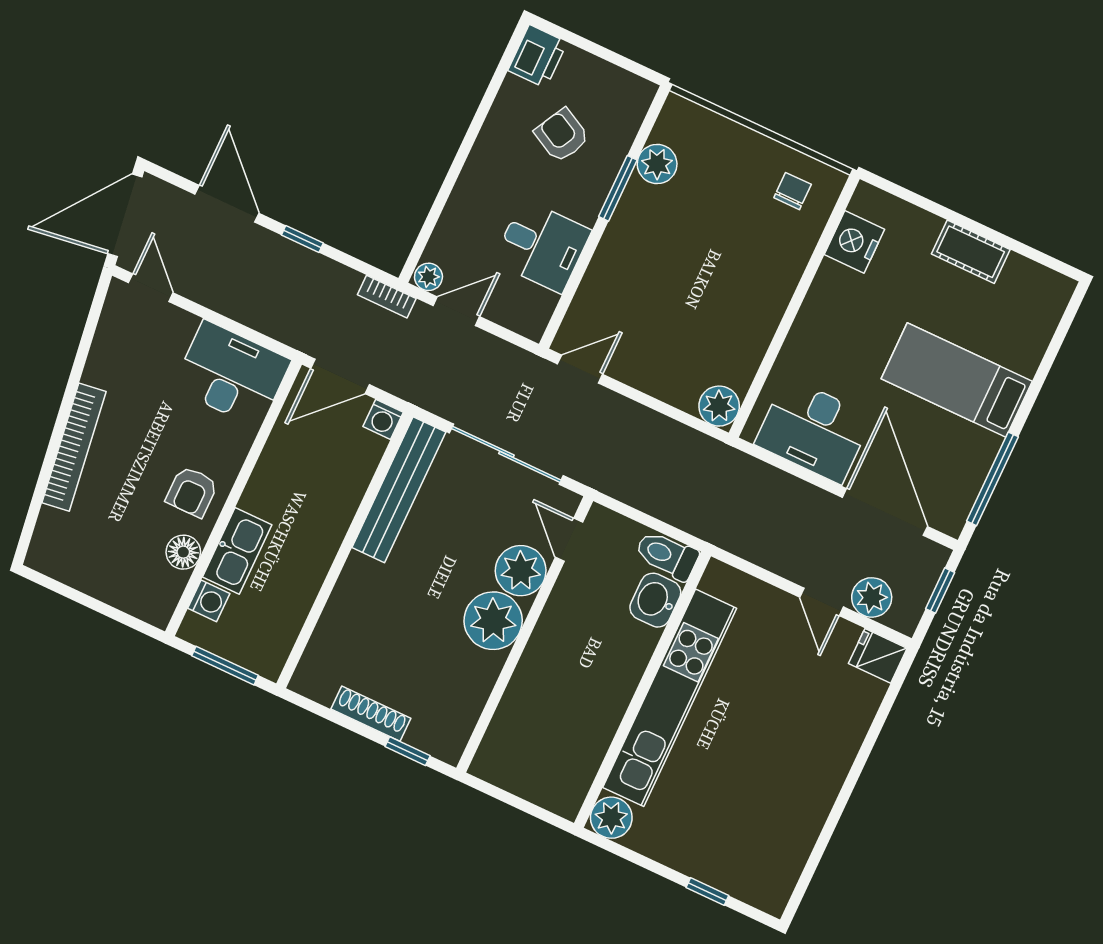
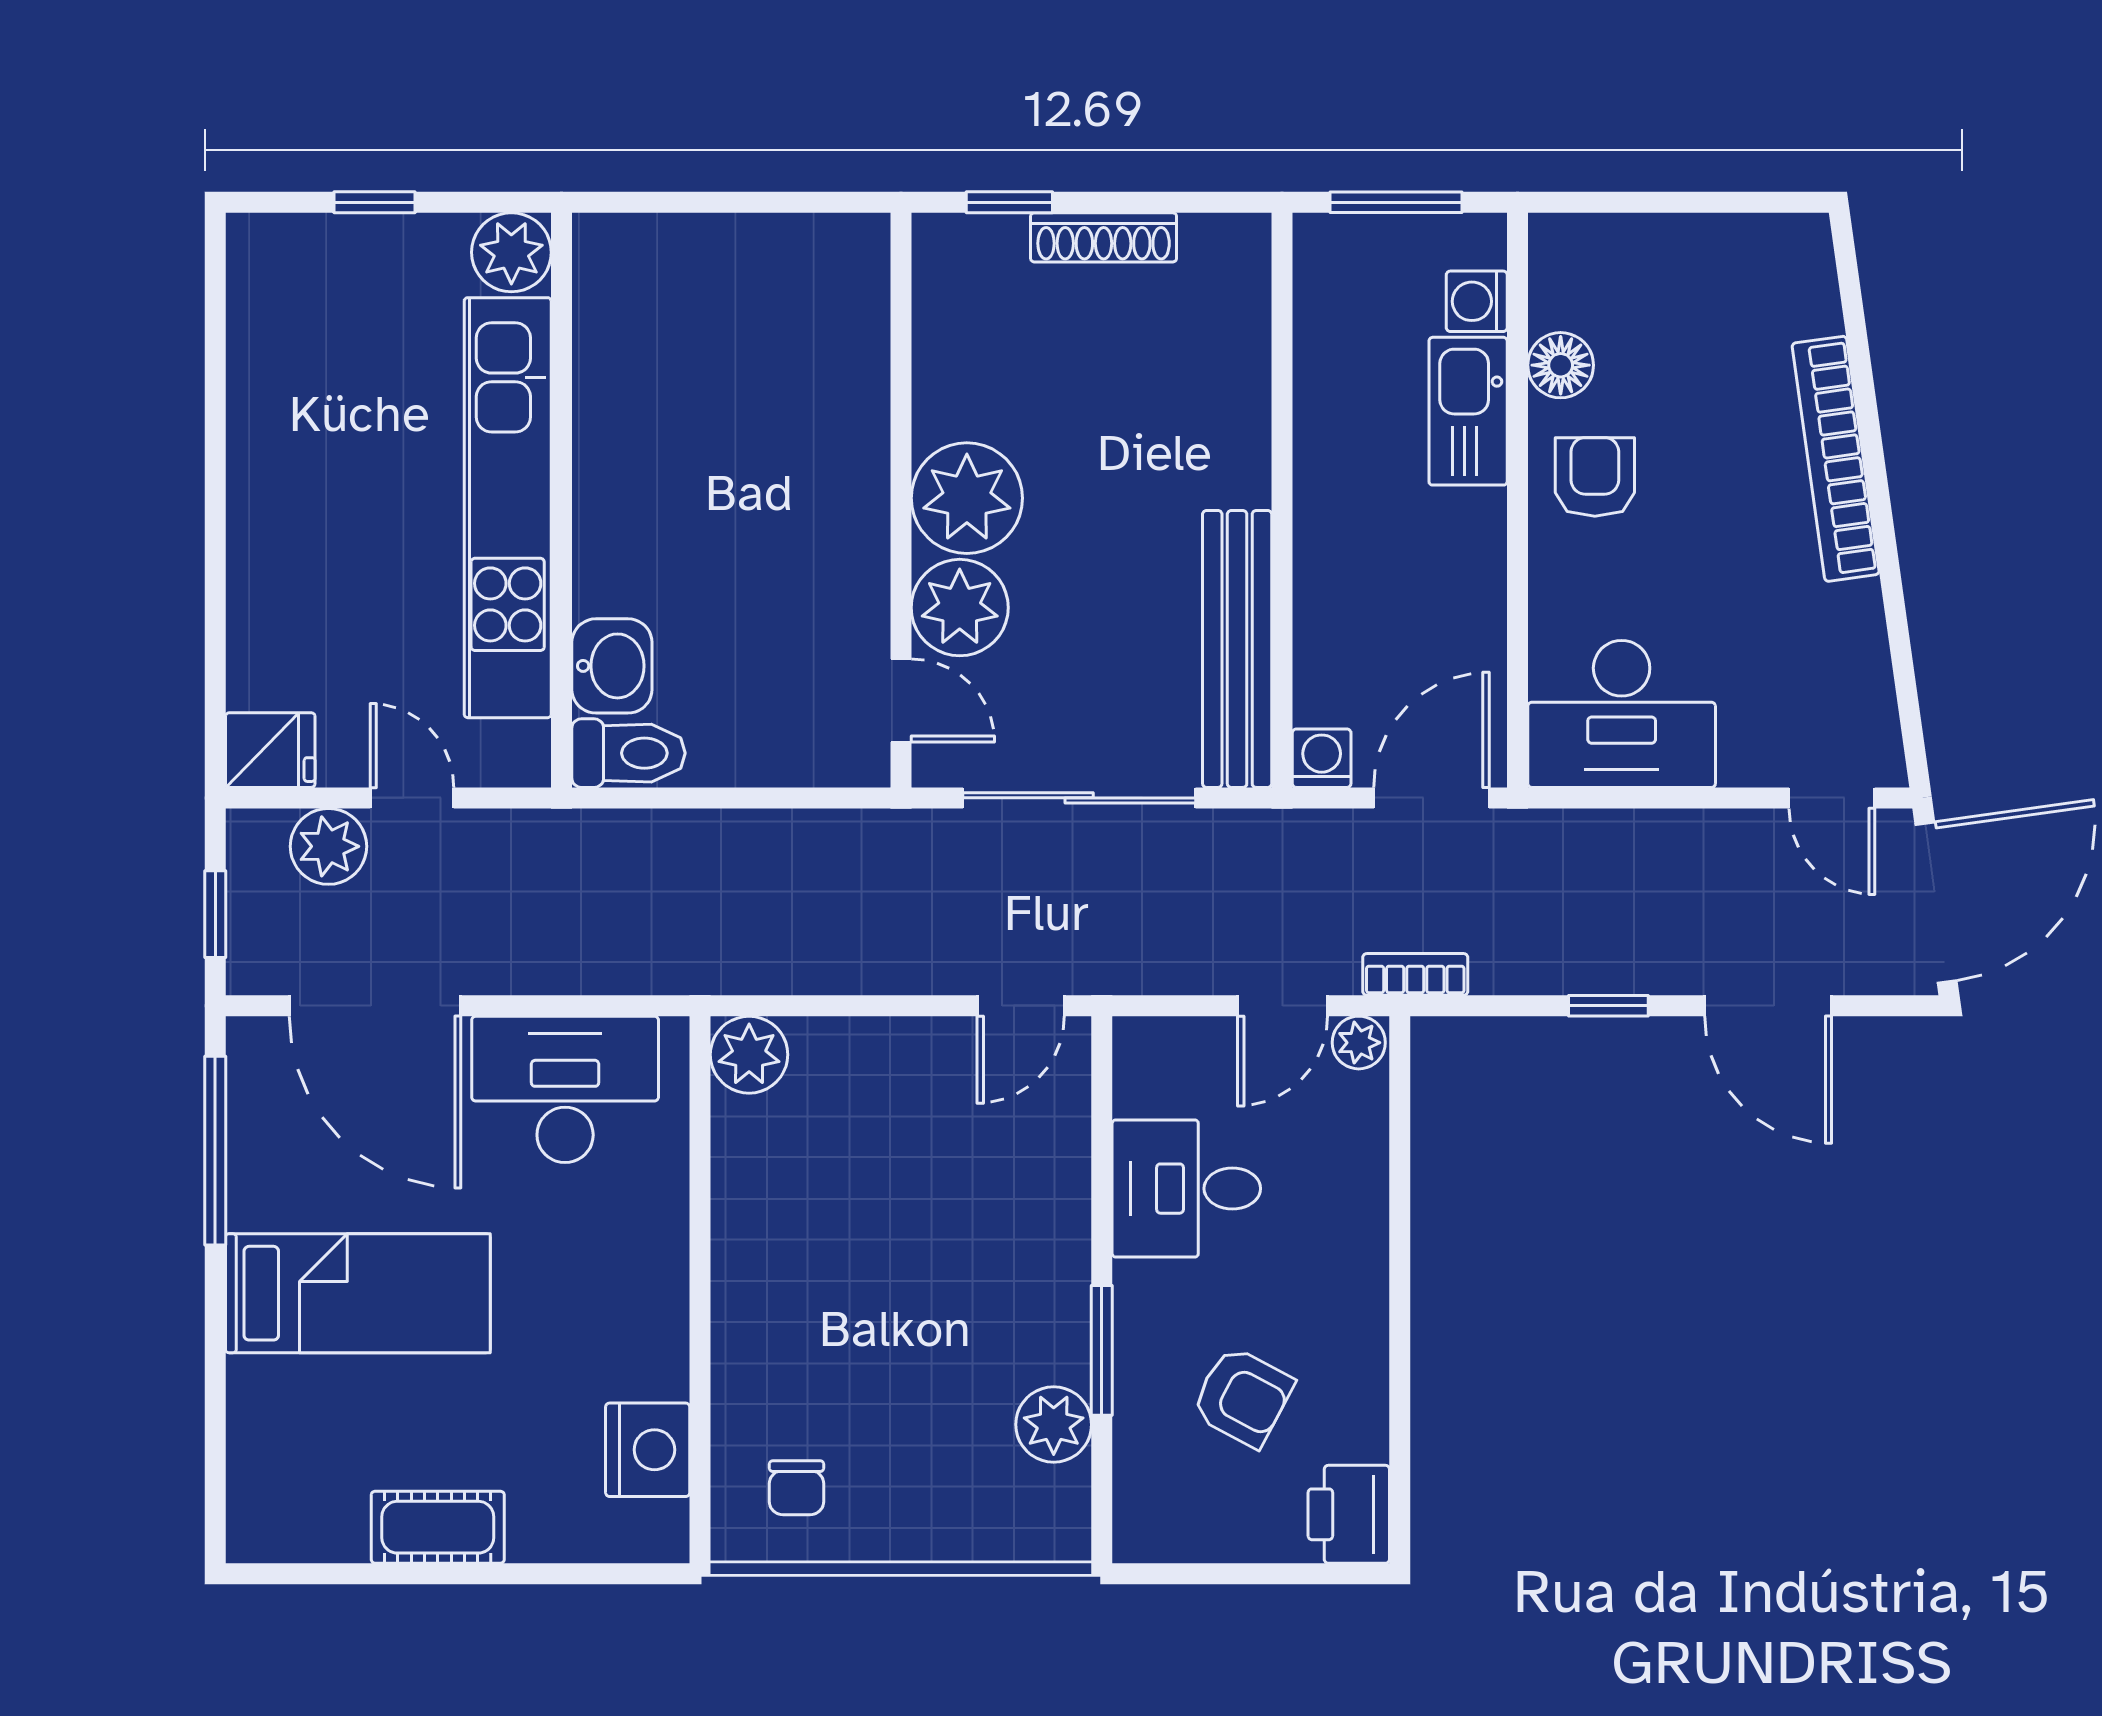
toilet: (667, 555) -> (629, 753), moved
washbasin: (655, 600) -> (612, 666), moved
wall: (642, 690) -> (562, 500), moved
kitchen unit: (670, 698) -> (508, 508), moved
plant: (611, 818) -> (511, 252), moved

